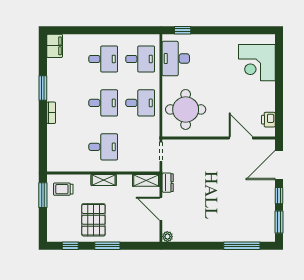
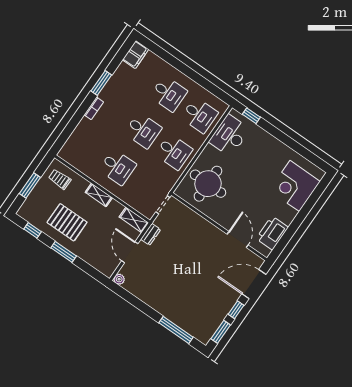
printer: (268, 120) -> (272, 233), width x1.87, depth x1.48
window: (43, 195) -> (30, 186), moved
pallet: (93, 220) -> (67, 222), turned 90

